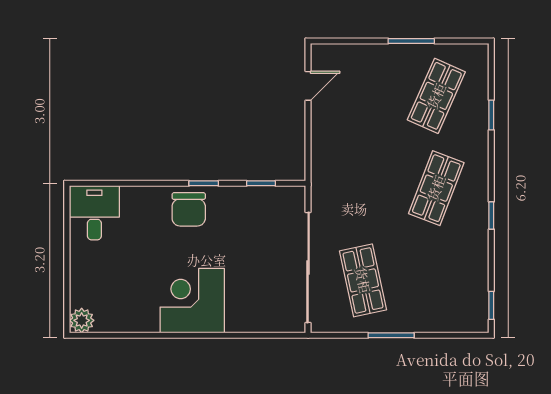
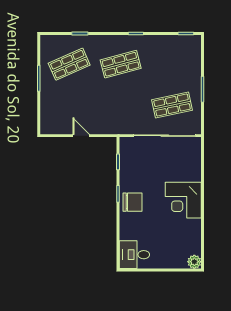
door: (308, 86) -> (81, 136), moved
shop shelf: (436, 96) -> (69, 64), turned -48
shop shelf: (436, 188) -> (121, 64), turned -36

